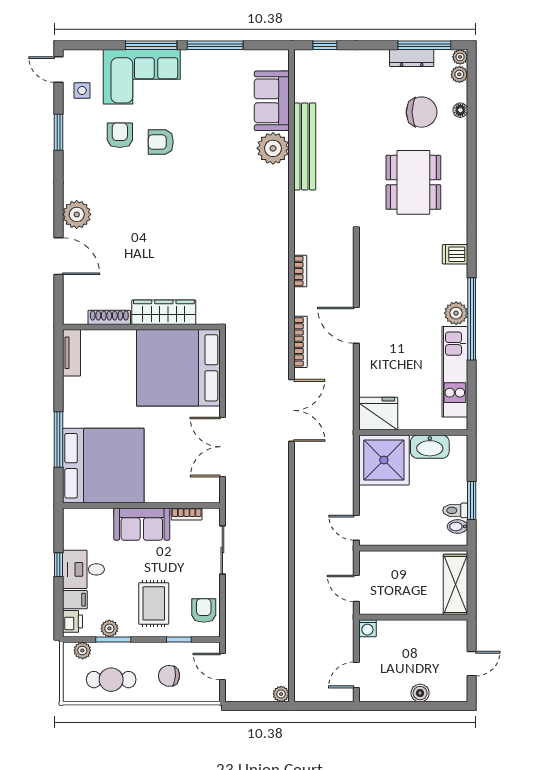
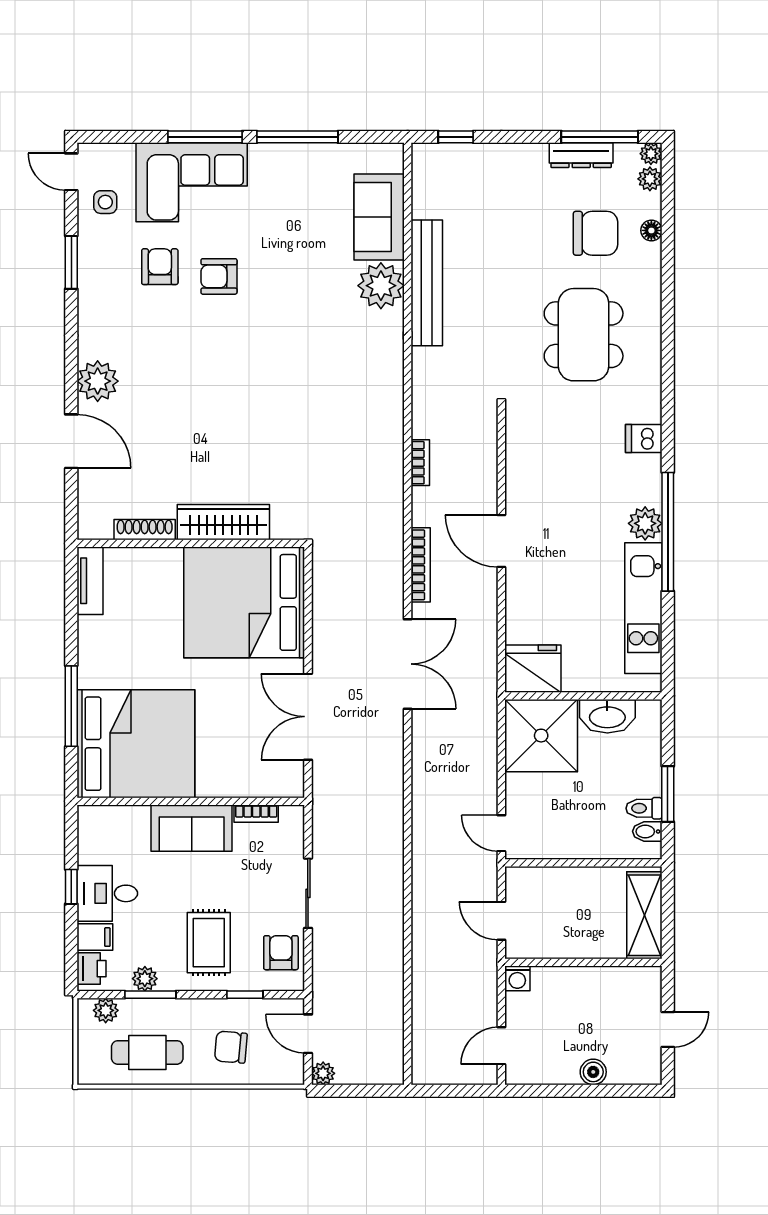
sliding door: (222, 550) -> (308, 893), moved
plant: (281, 694) -> (323, 1073), moved

